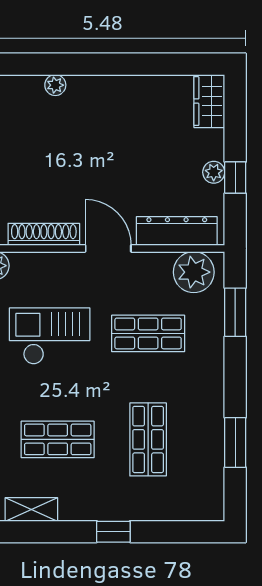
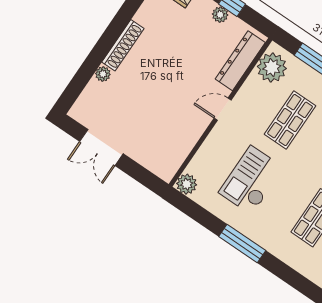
shoe rack: (44, 234) -> (123, 45), moved, turned 180
door: (108, 248) -> (223, 109), width x0.73

